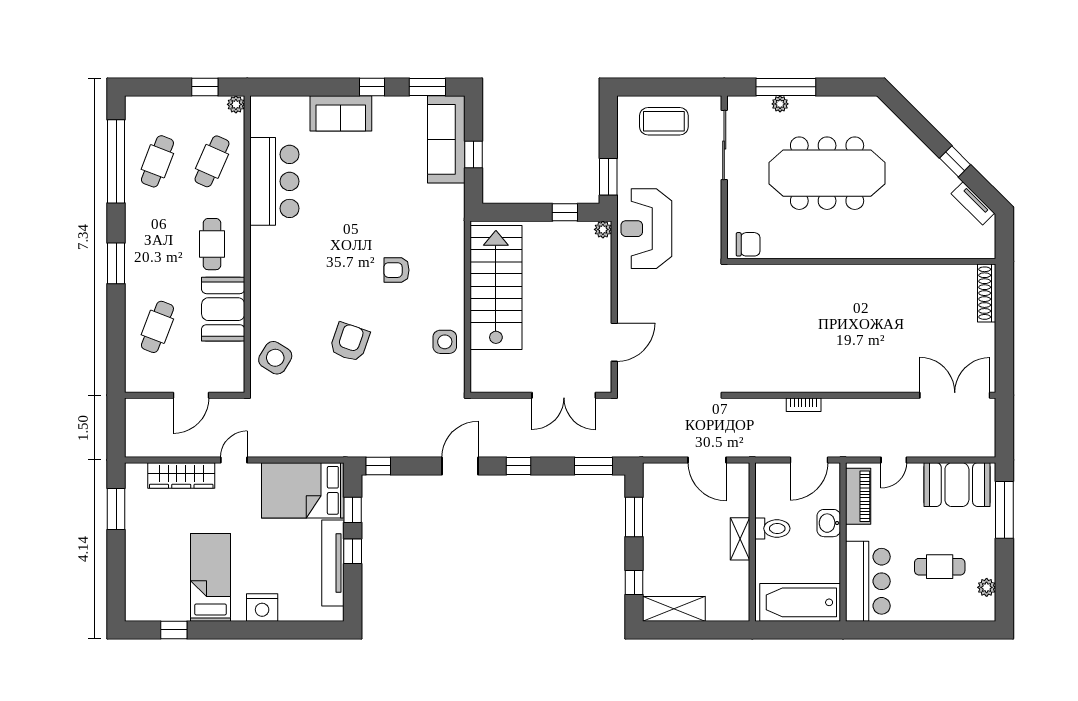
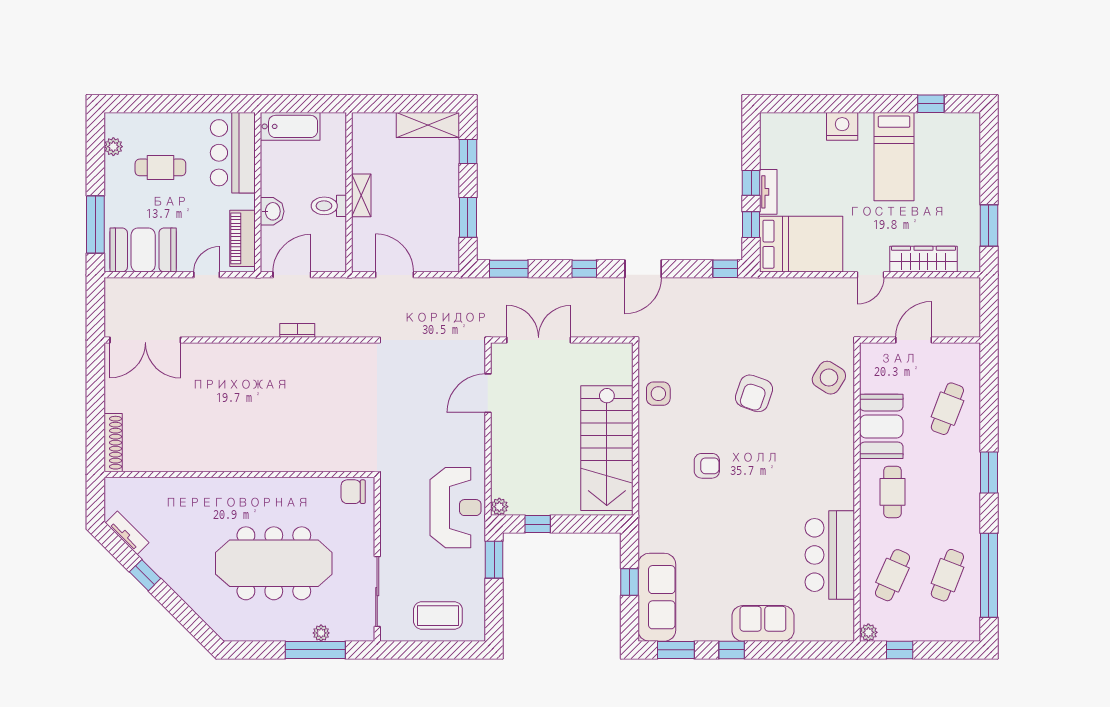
tv unit: (333, 563) -> (768, 192), width x0.52, depth x0.78
bathtub: (800, 602) -> (290, 126), width x0.73, depth x0.73

